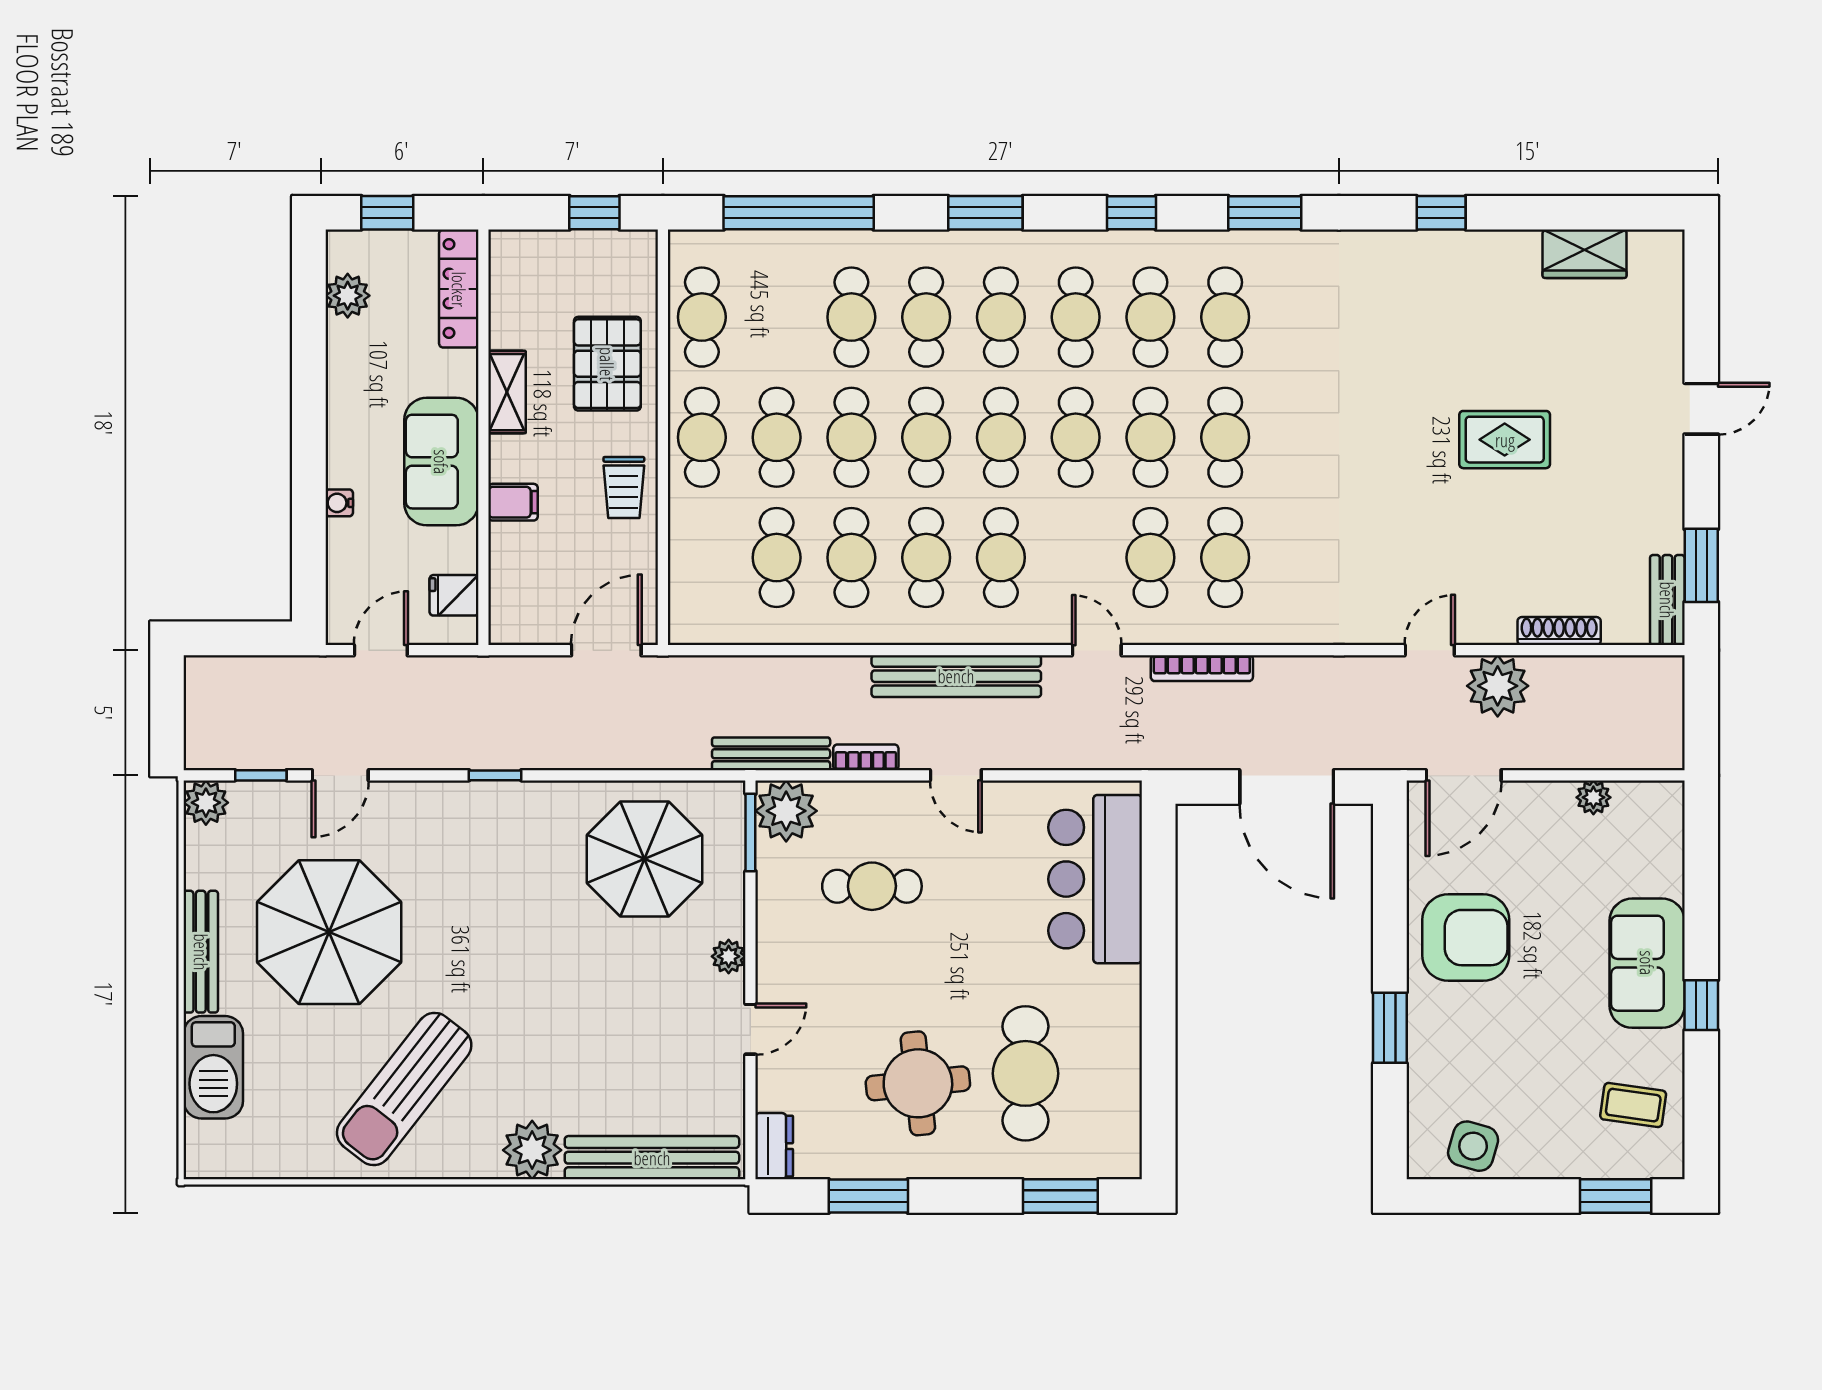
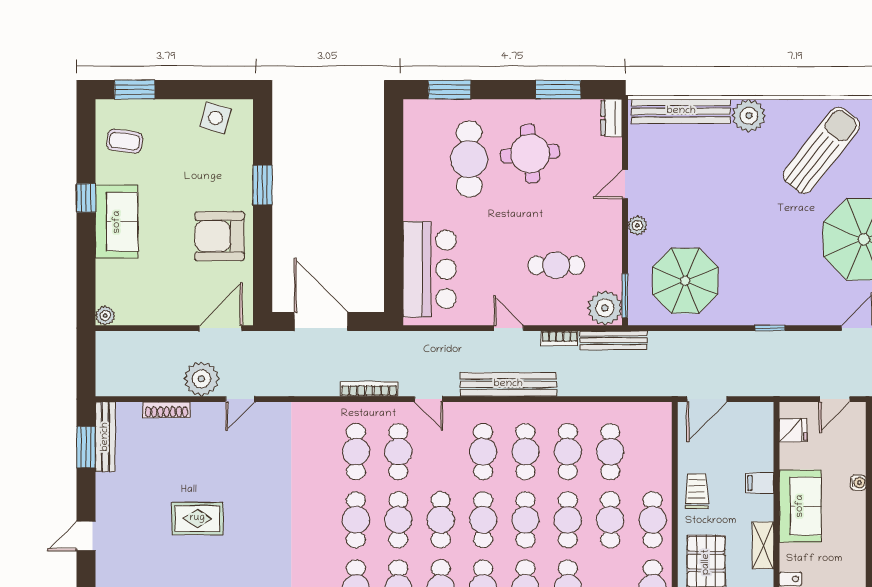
bench: (1667, 600) -> (105, 437), width x1.36
plant: (1593, 797) -> (105, 316), moved

